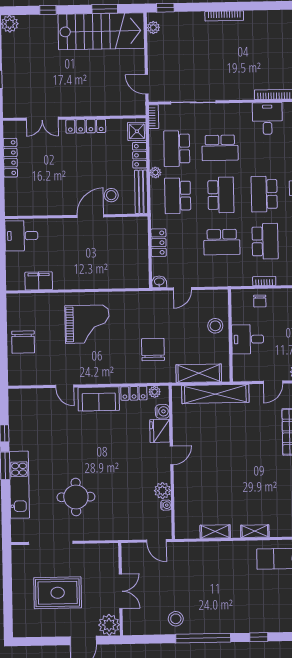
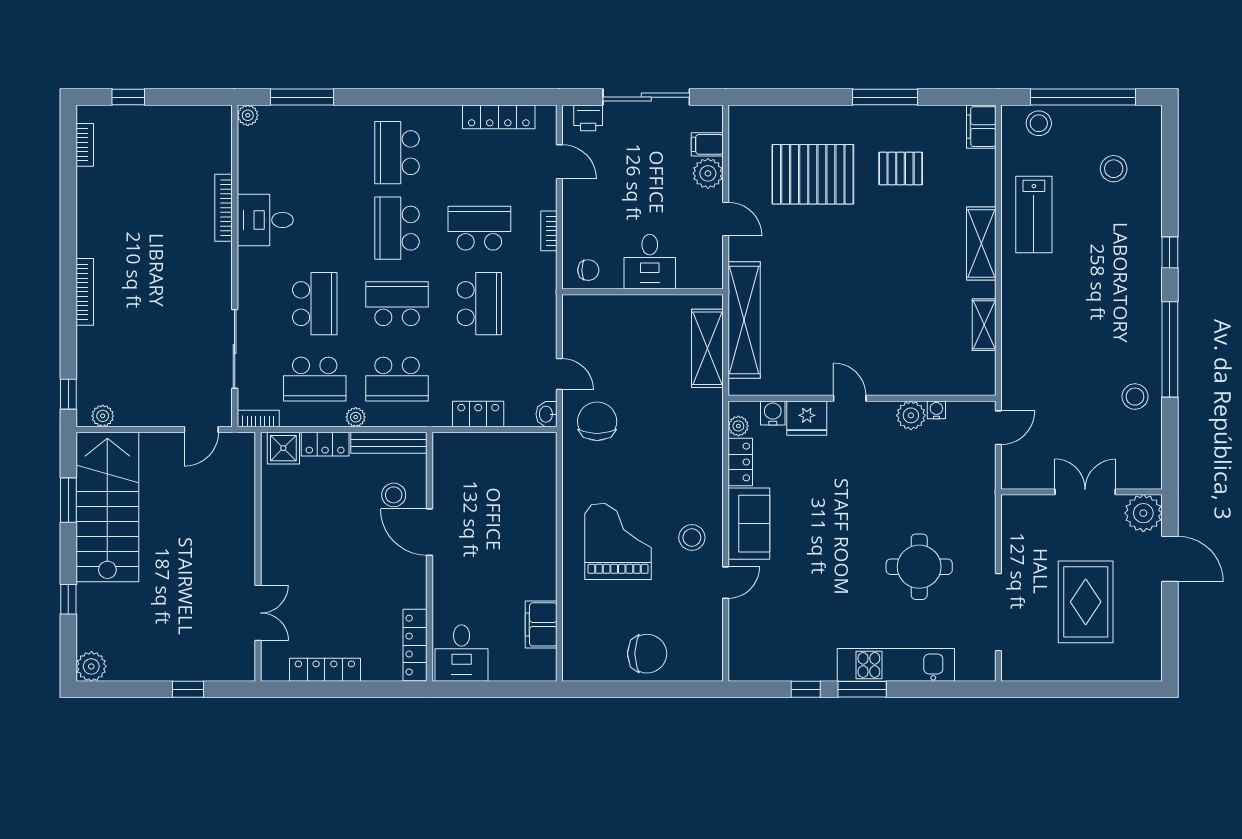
locker: (86, 126) -> (415, 645), moved, turned 180
school desk: (264, 194) -> (397, 228), turned 90
chair: (260, 301) -> (588, 270), moved
stool: (215, 326) -> (692, 538), moved
chair: (153, 350) -> (597, 421), moved, turned 90
shelving: (255, 531) -> (981, 243), width x1.50, depth x1.33

